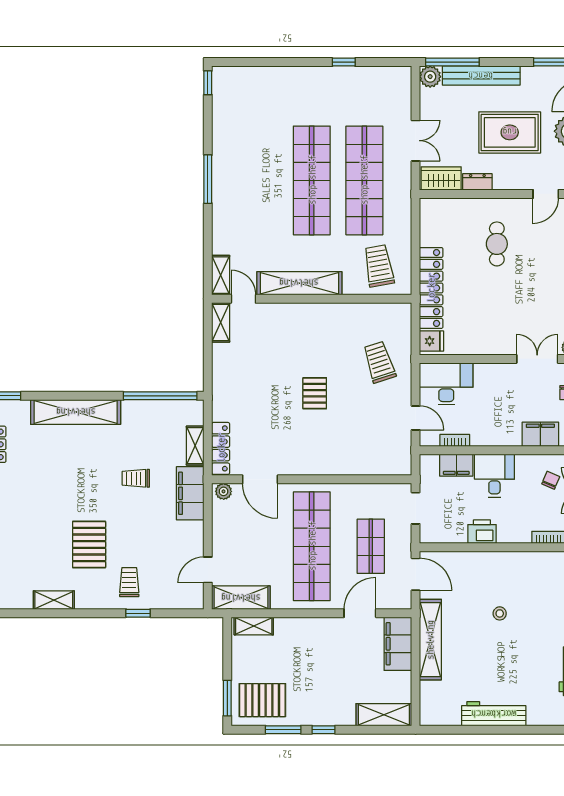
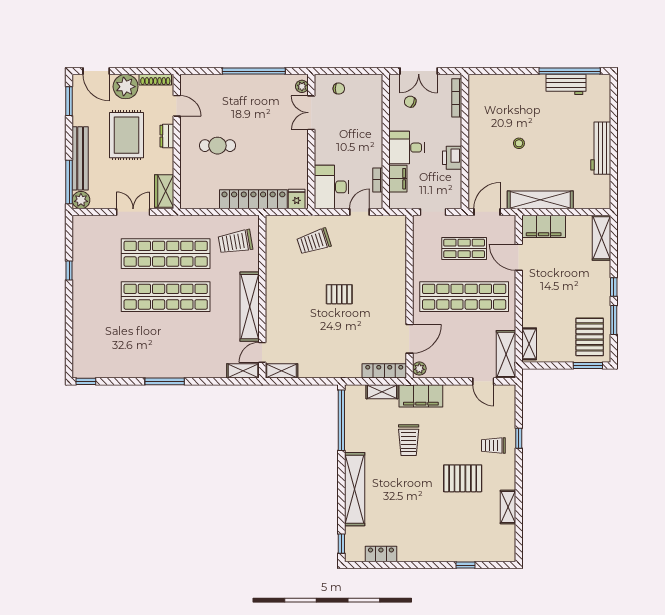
dresser: (477, 182) -> (167, 136), moved
filing cabinet: (540, 434) -> (373, 110), removed
trolley: (136, 478) -> (409, 440), width x1.36, depth x1.39

